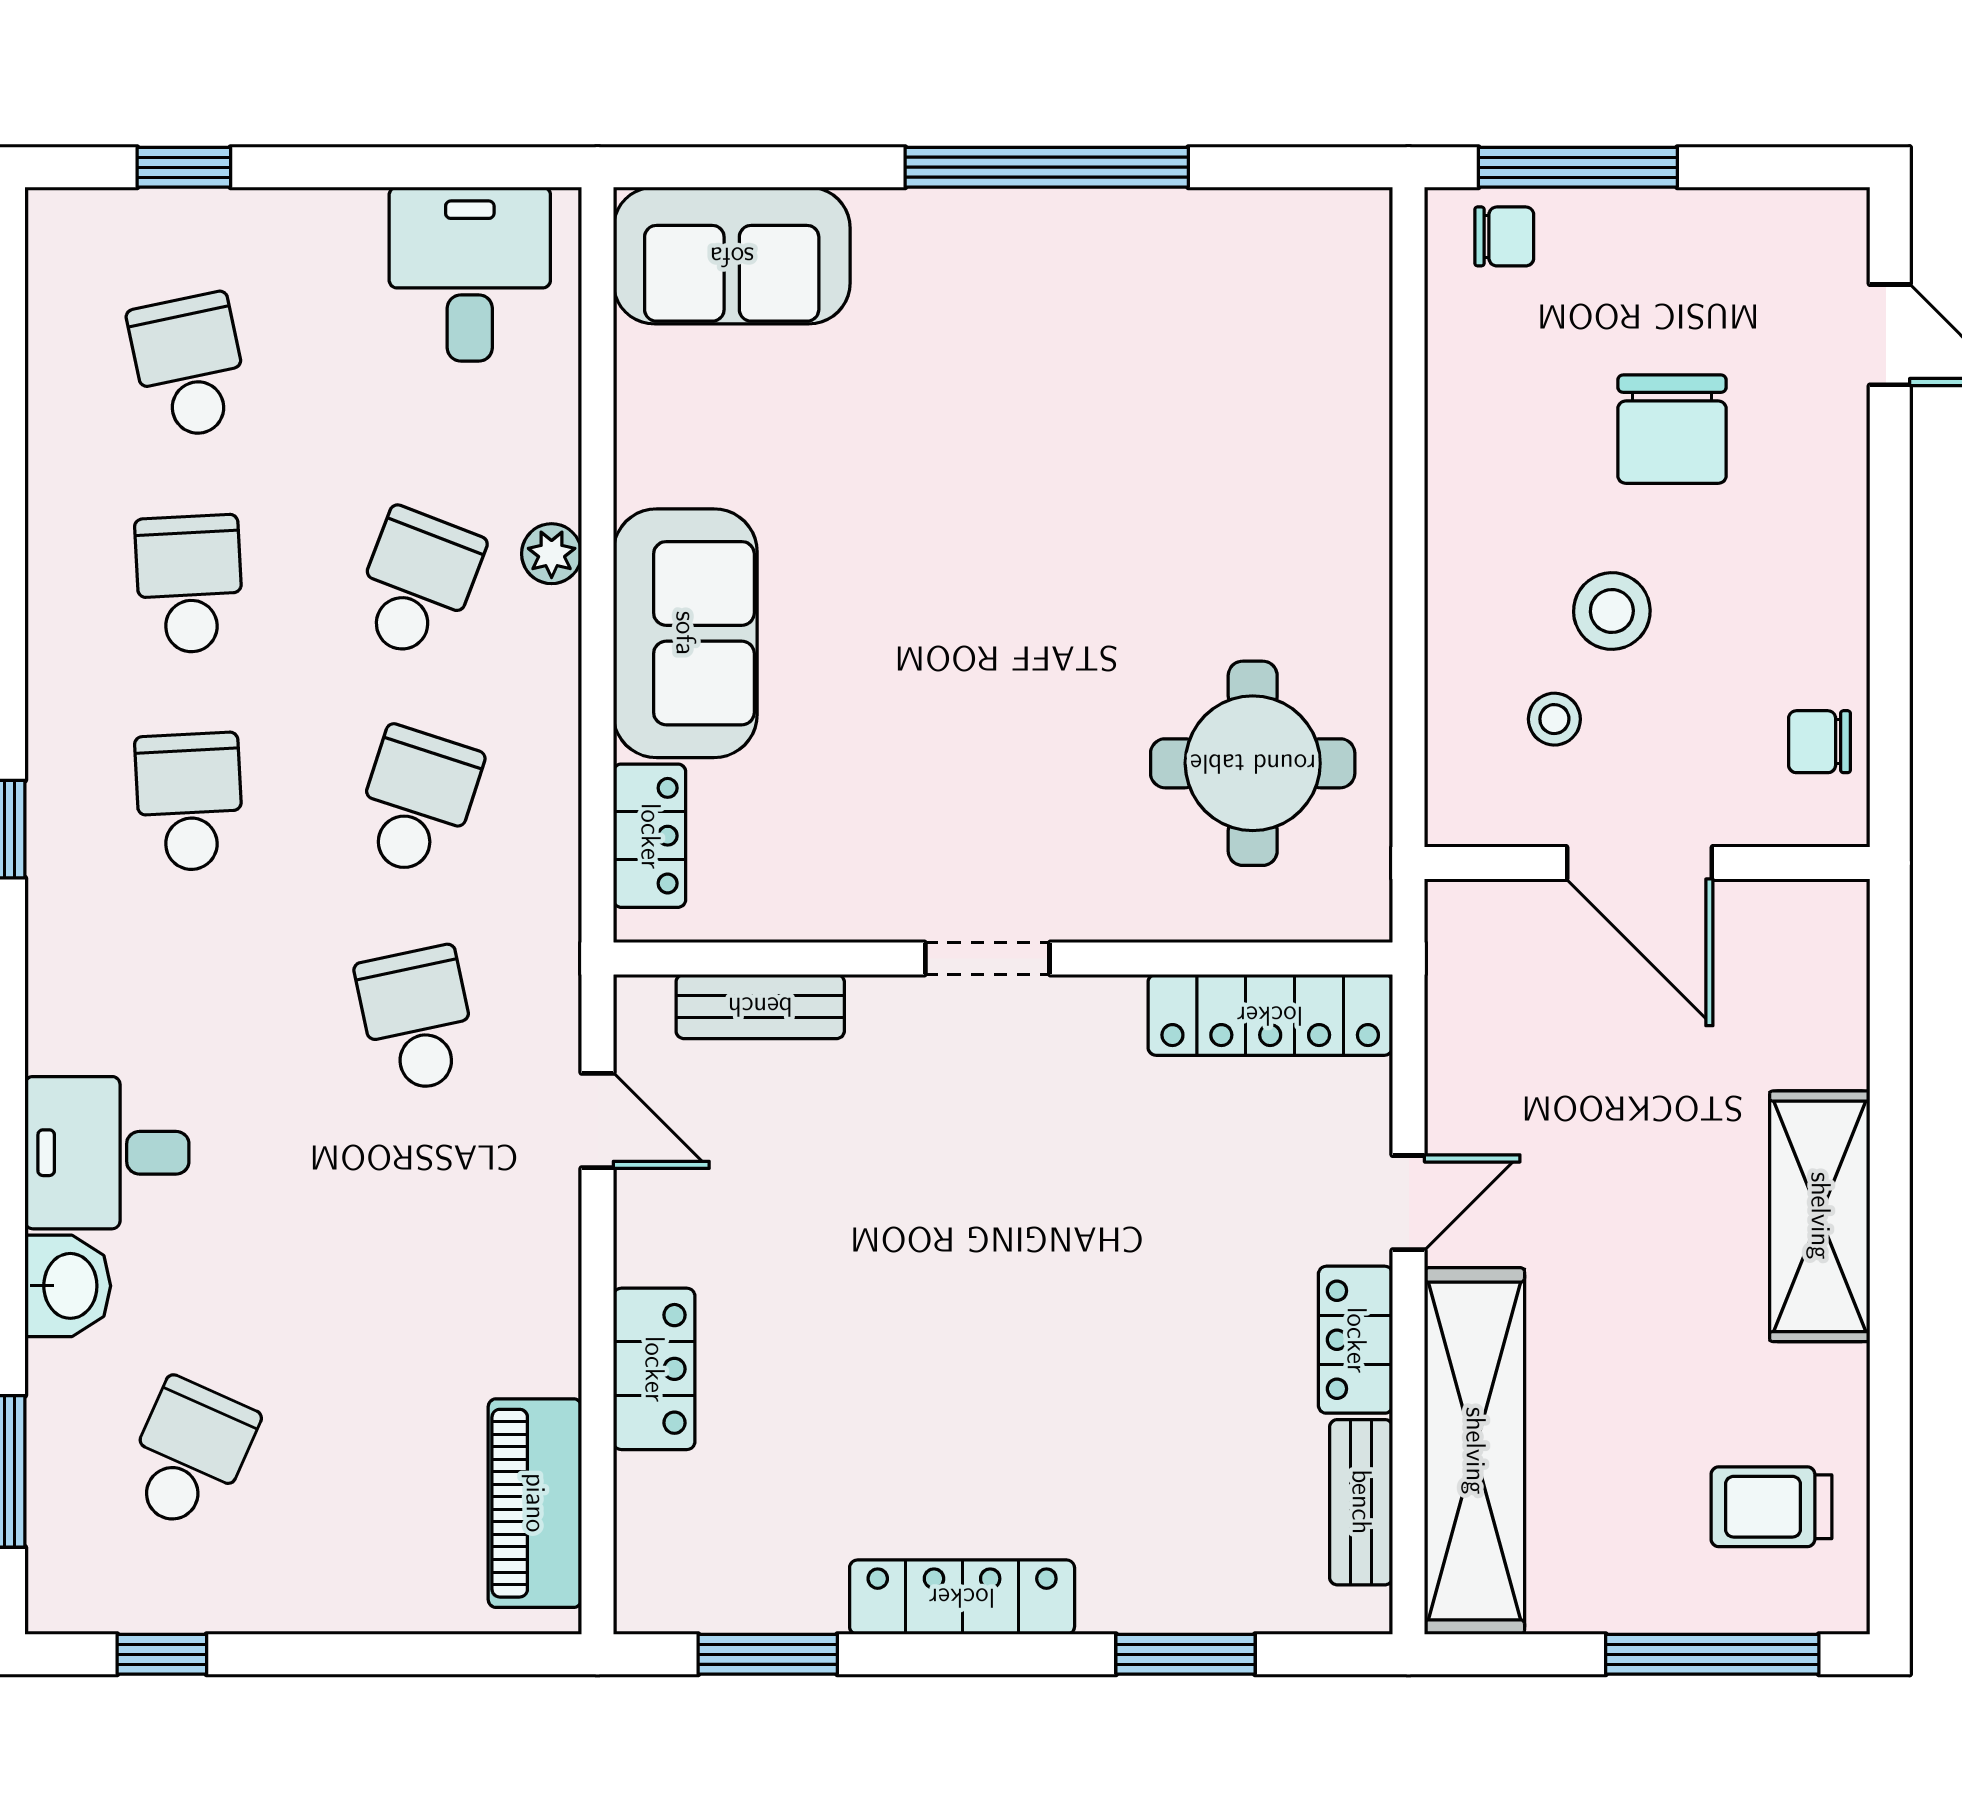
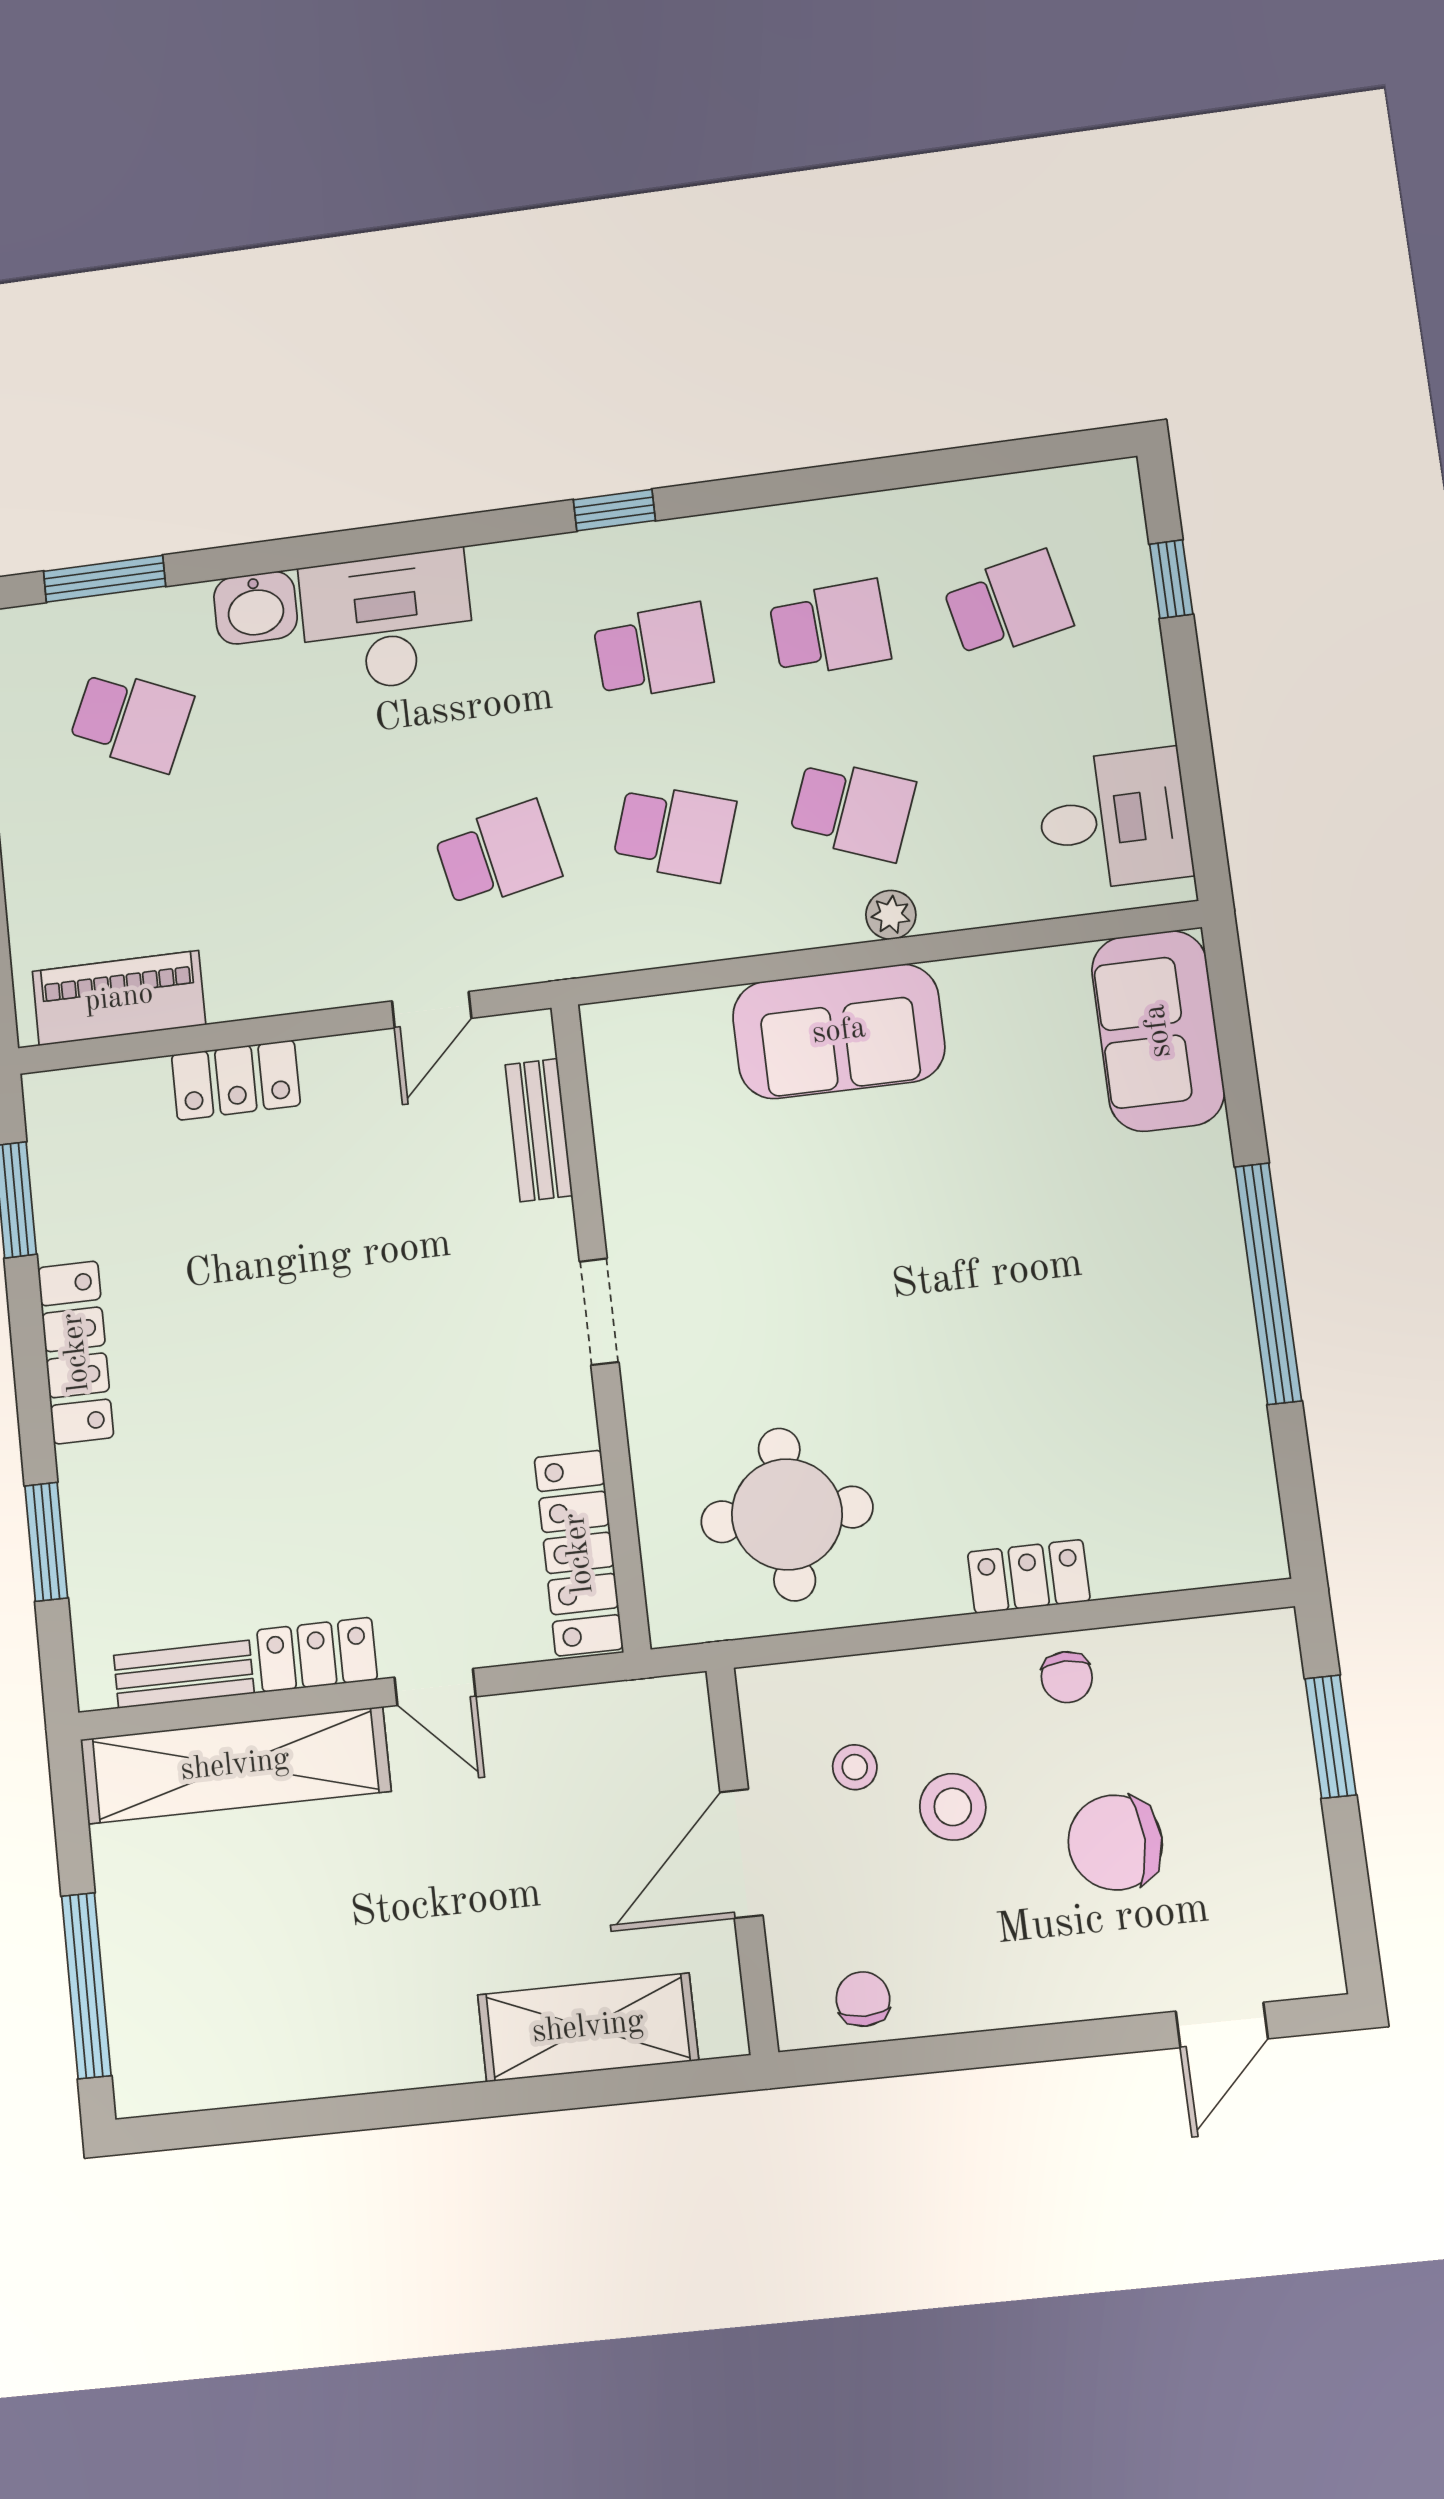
window: (1578, 167) -> (1331, 1737), width x0.69
chair: (1504, 236) -> (1067, 1677), moved
locker: (650, 836) -> (1029, 1576), moved, turned 180
desk: (107, 1153) -> (387, 621), width x1.37
shelving: (1820, 1216) -> (588, 2027), moved
trolley: (1771, 1507) -> (213, 2024), removed

